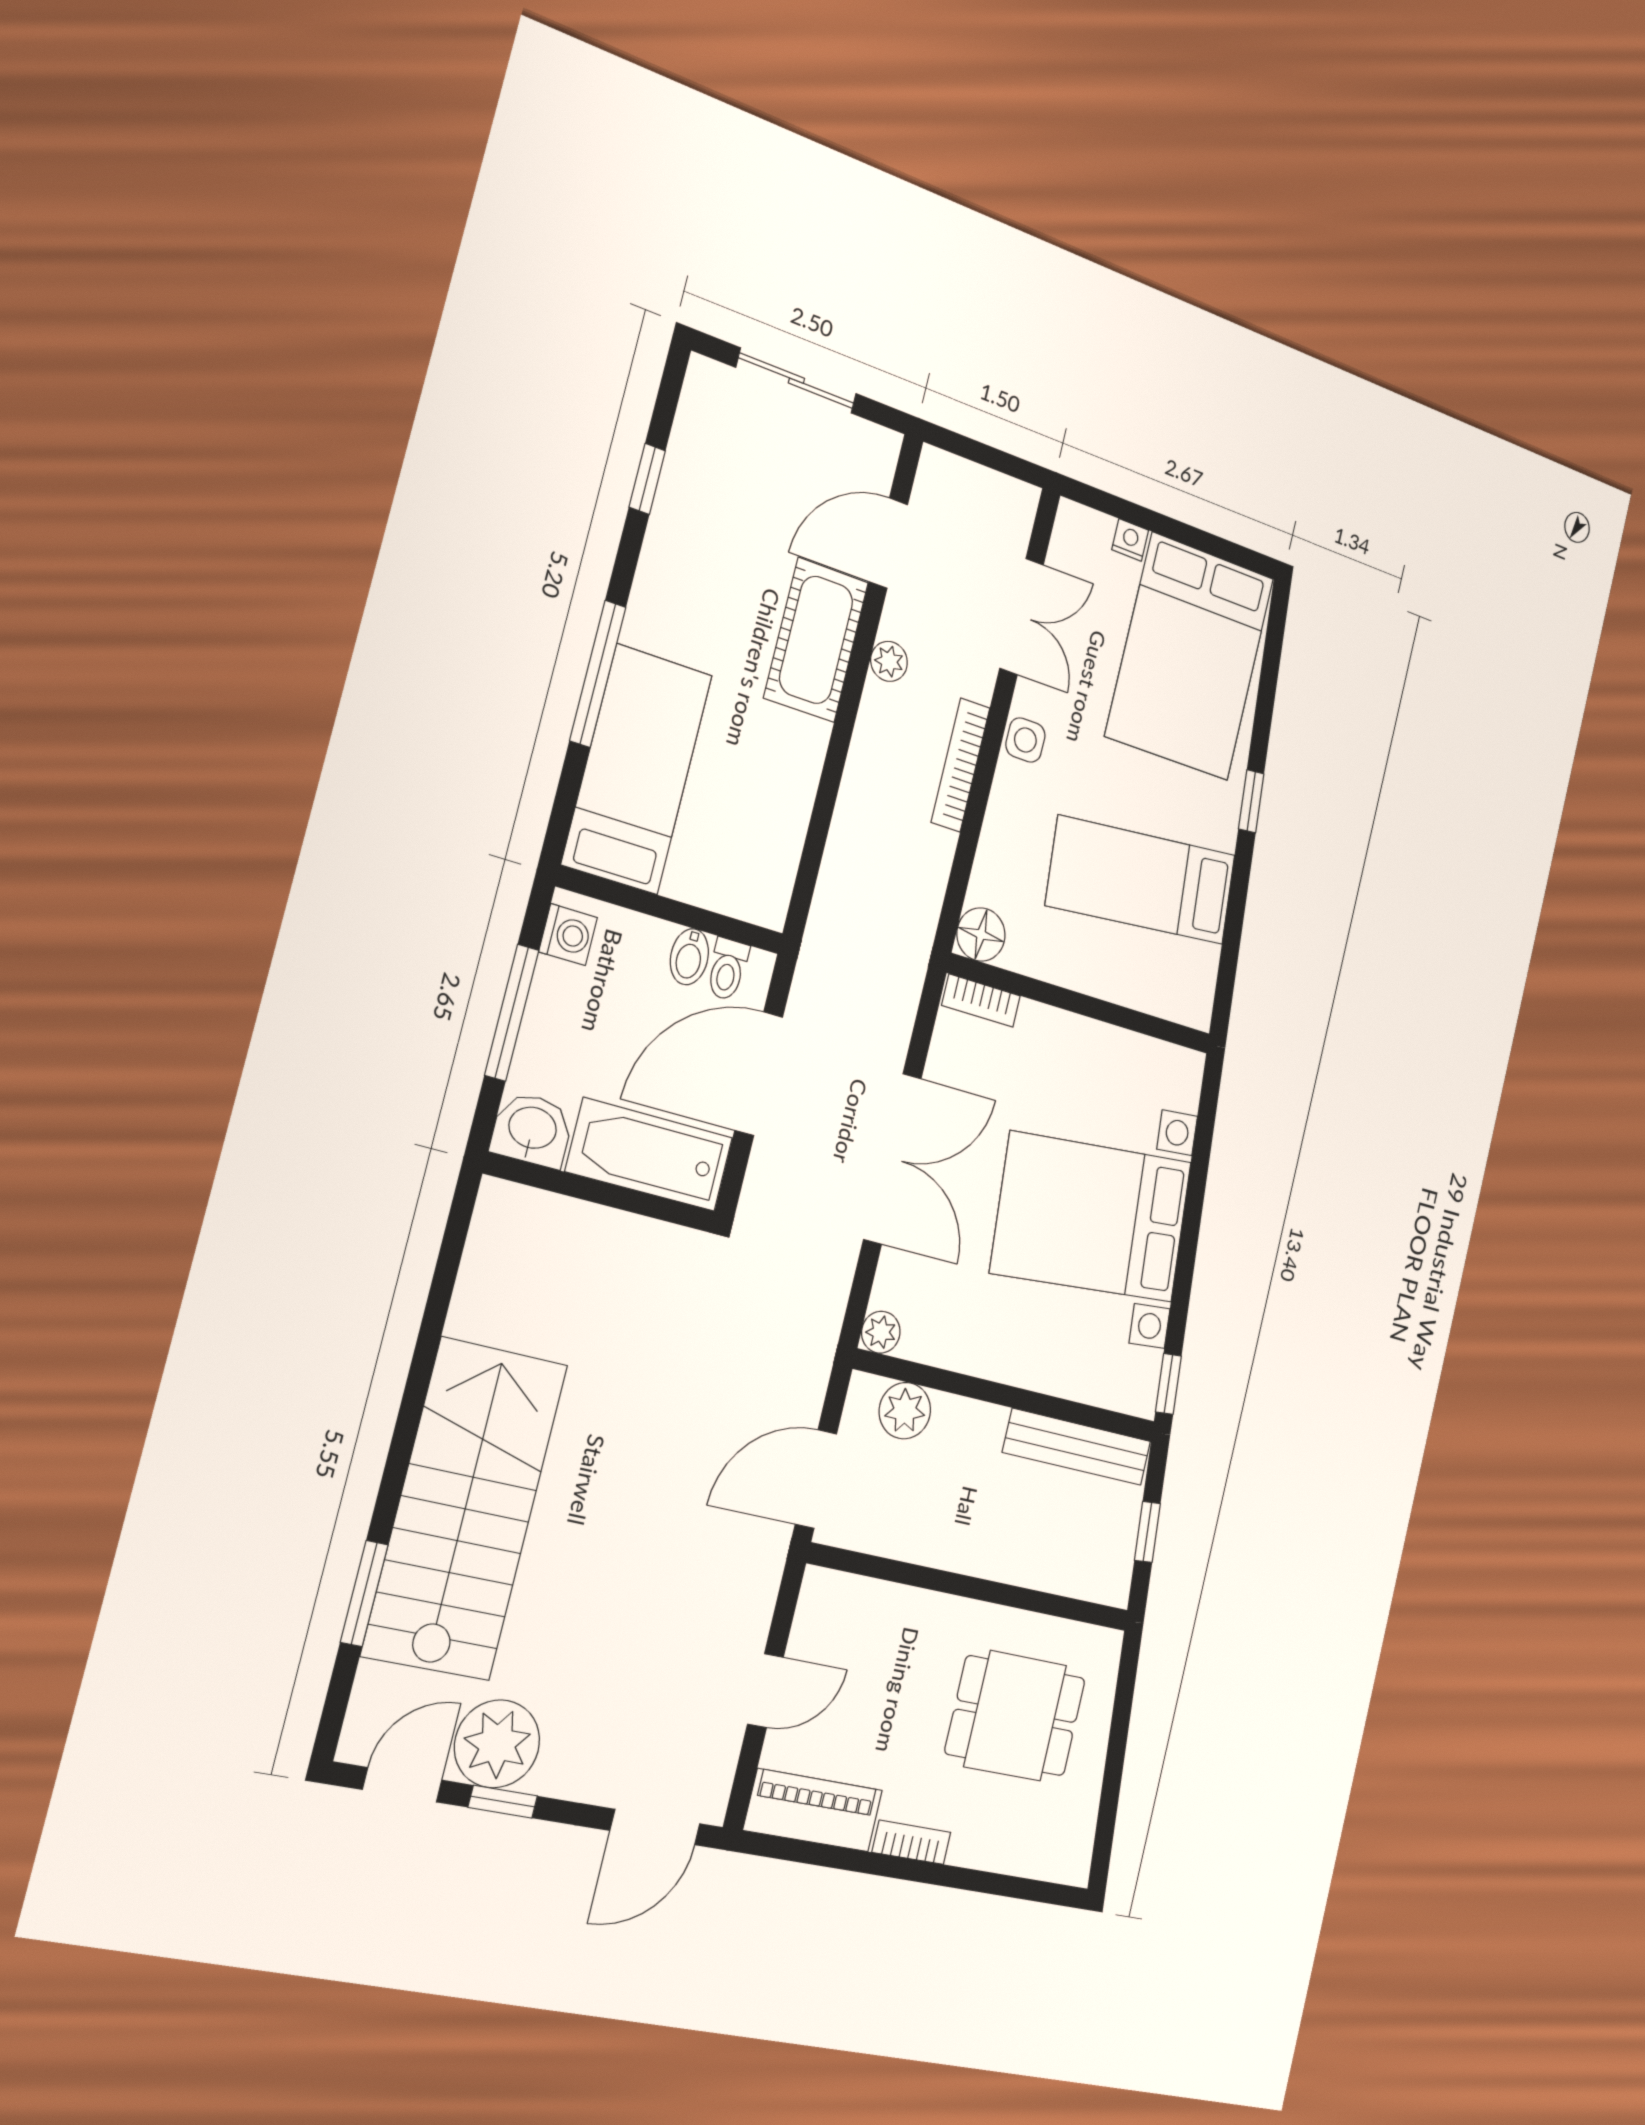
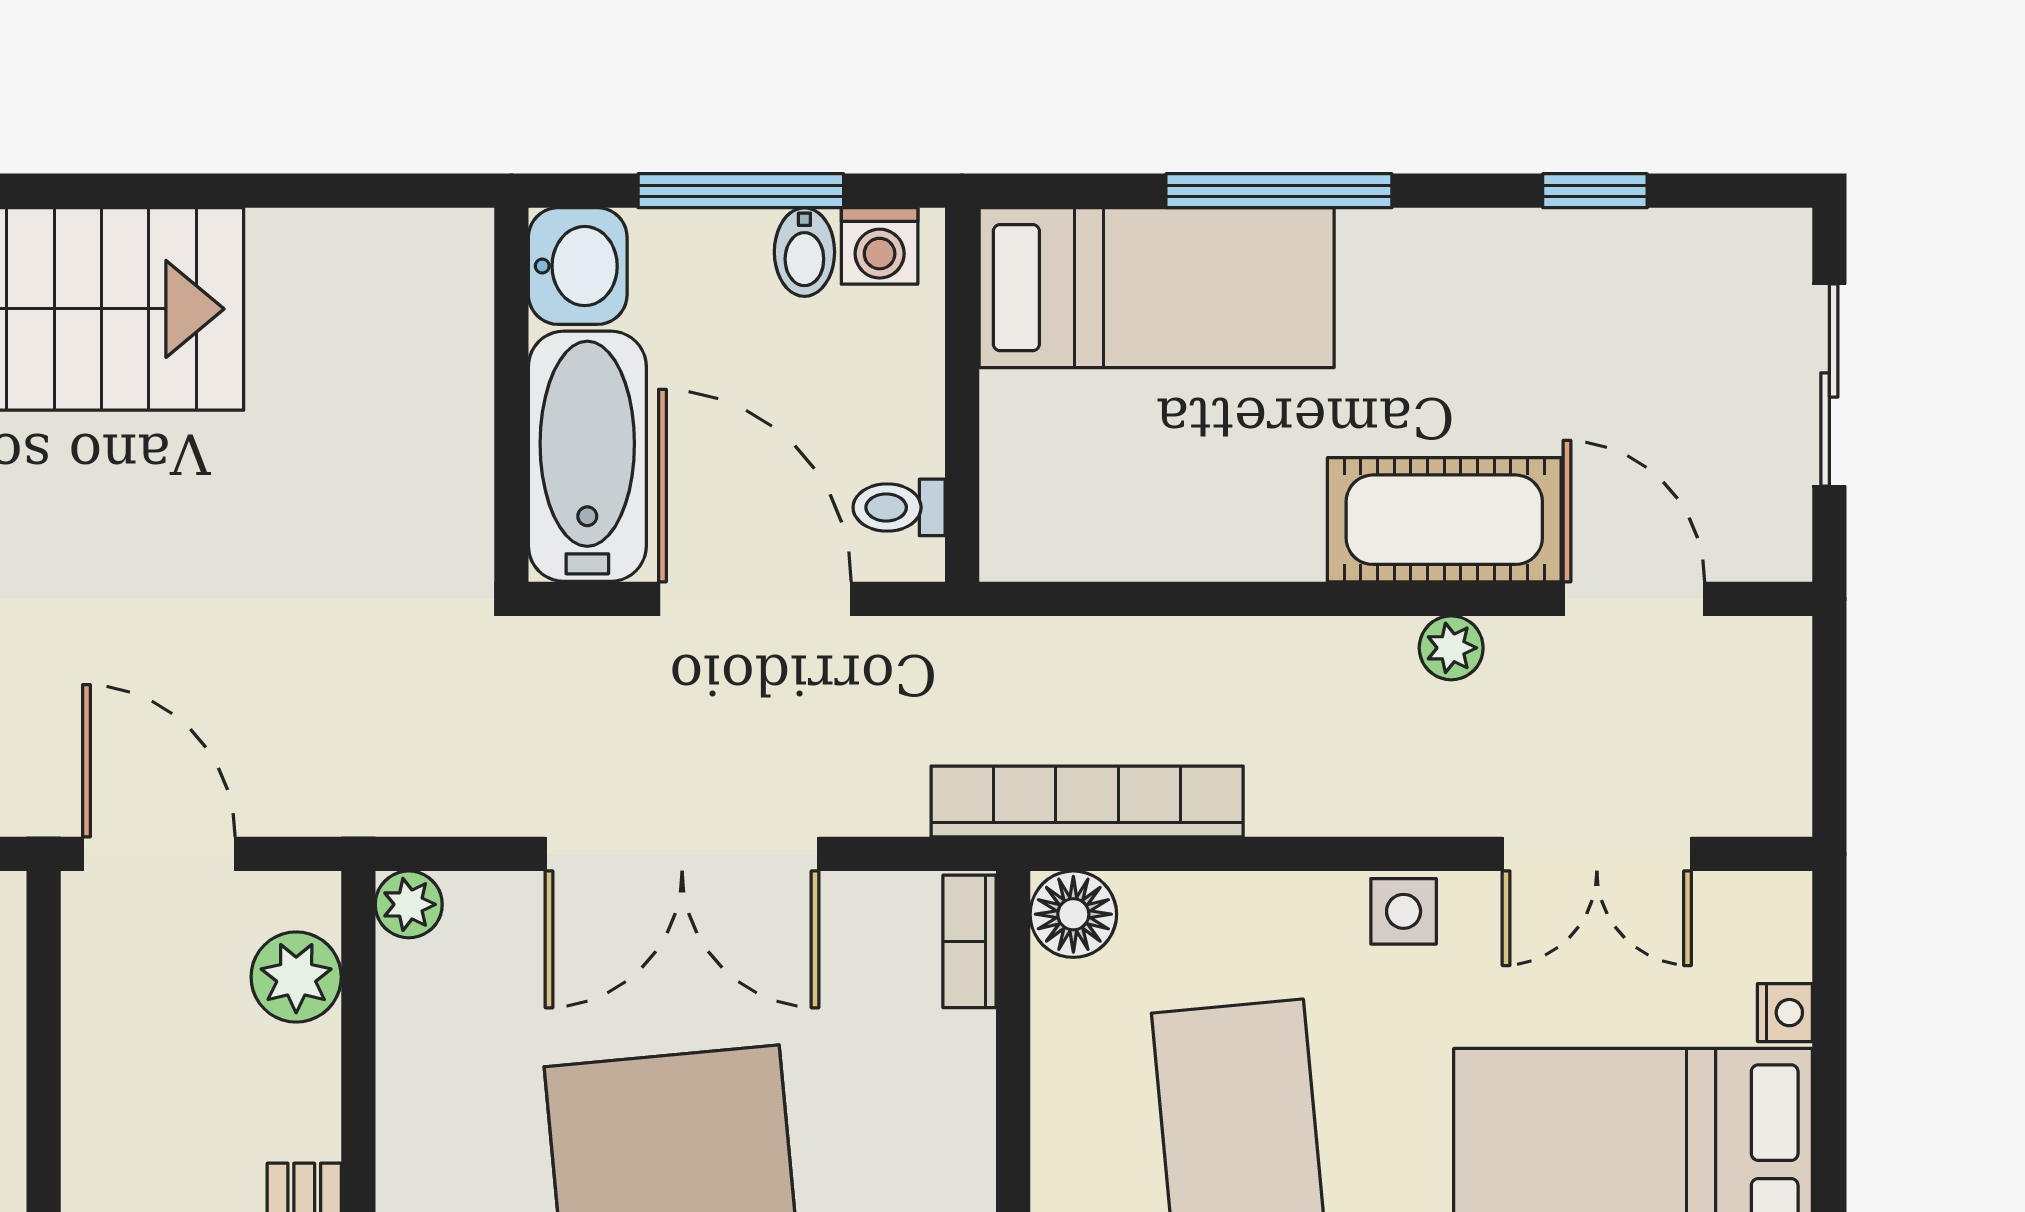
bookcase: (960, 765) -> (1087, 802), moved, width x1.48, depth x1.31
bidet: (689, 957) -> (804, 252), moved, turned -90

